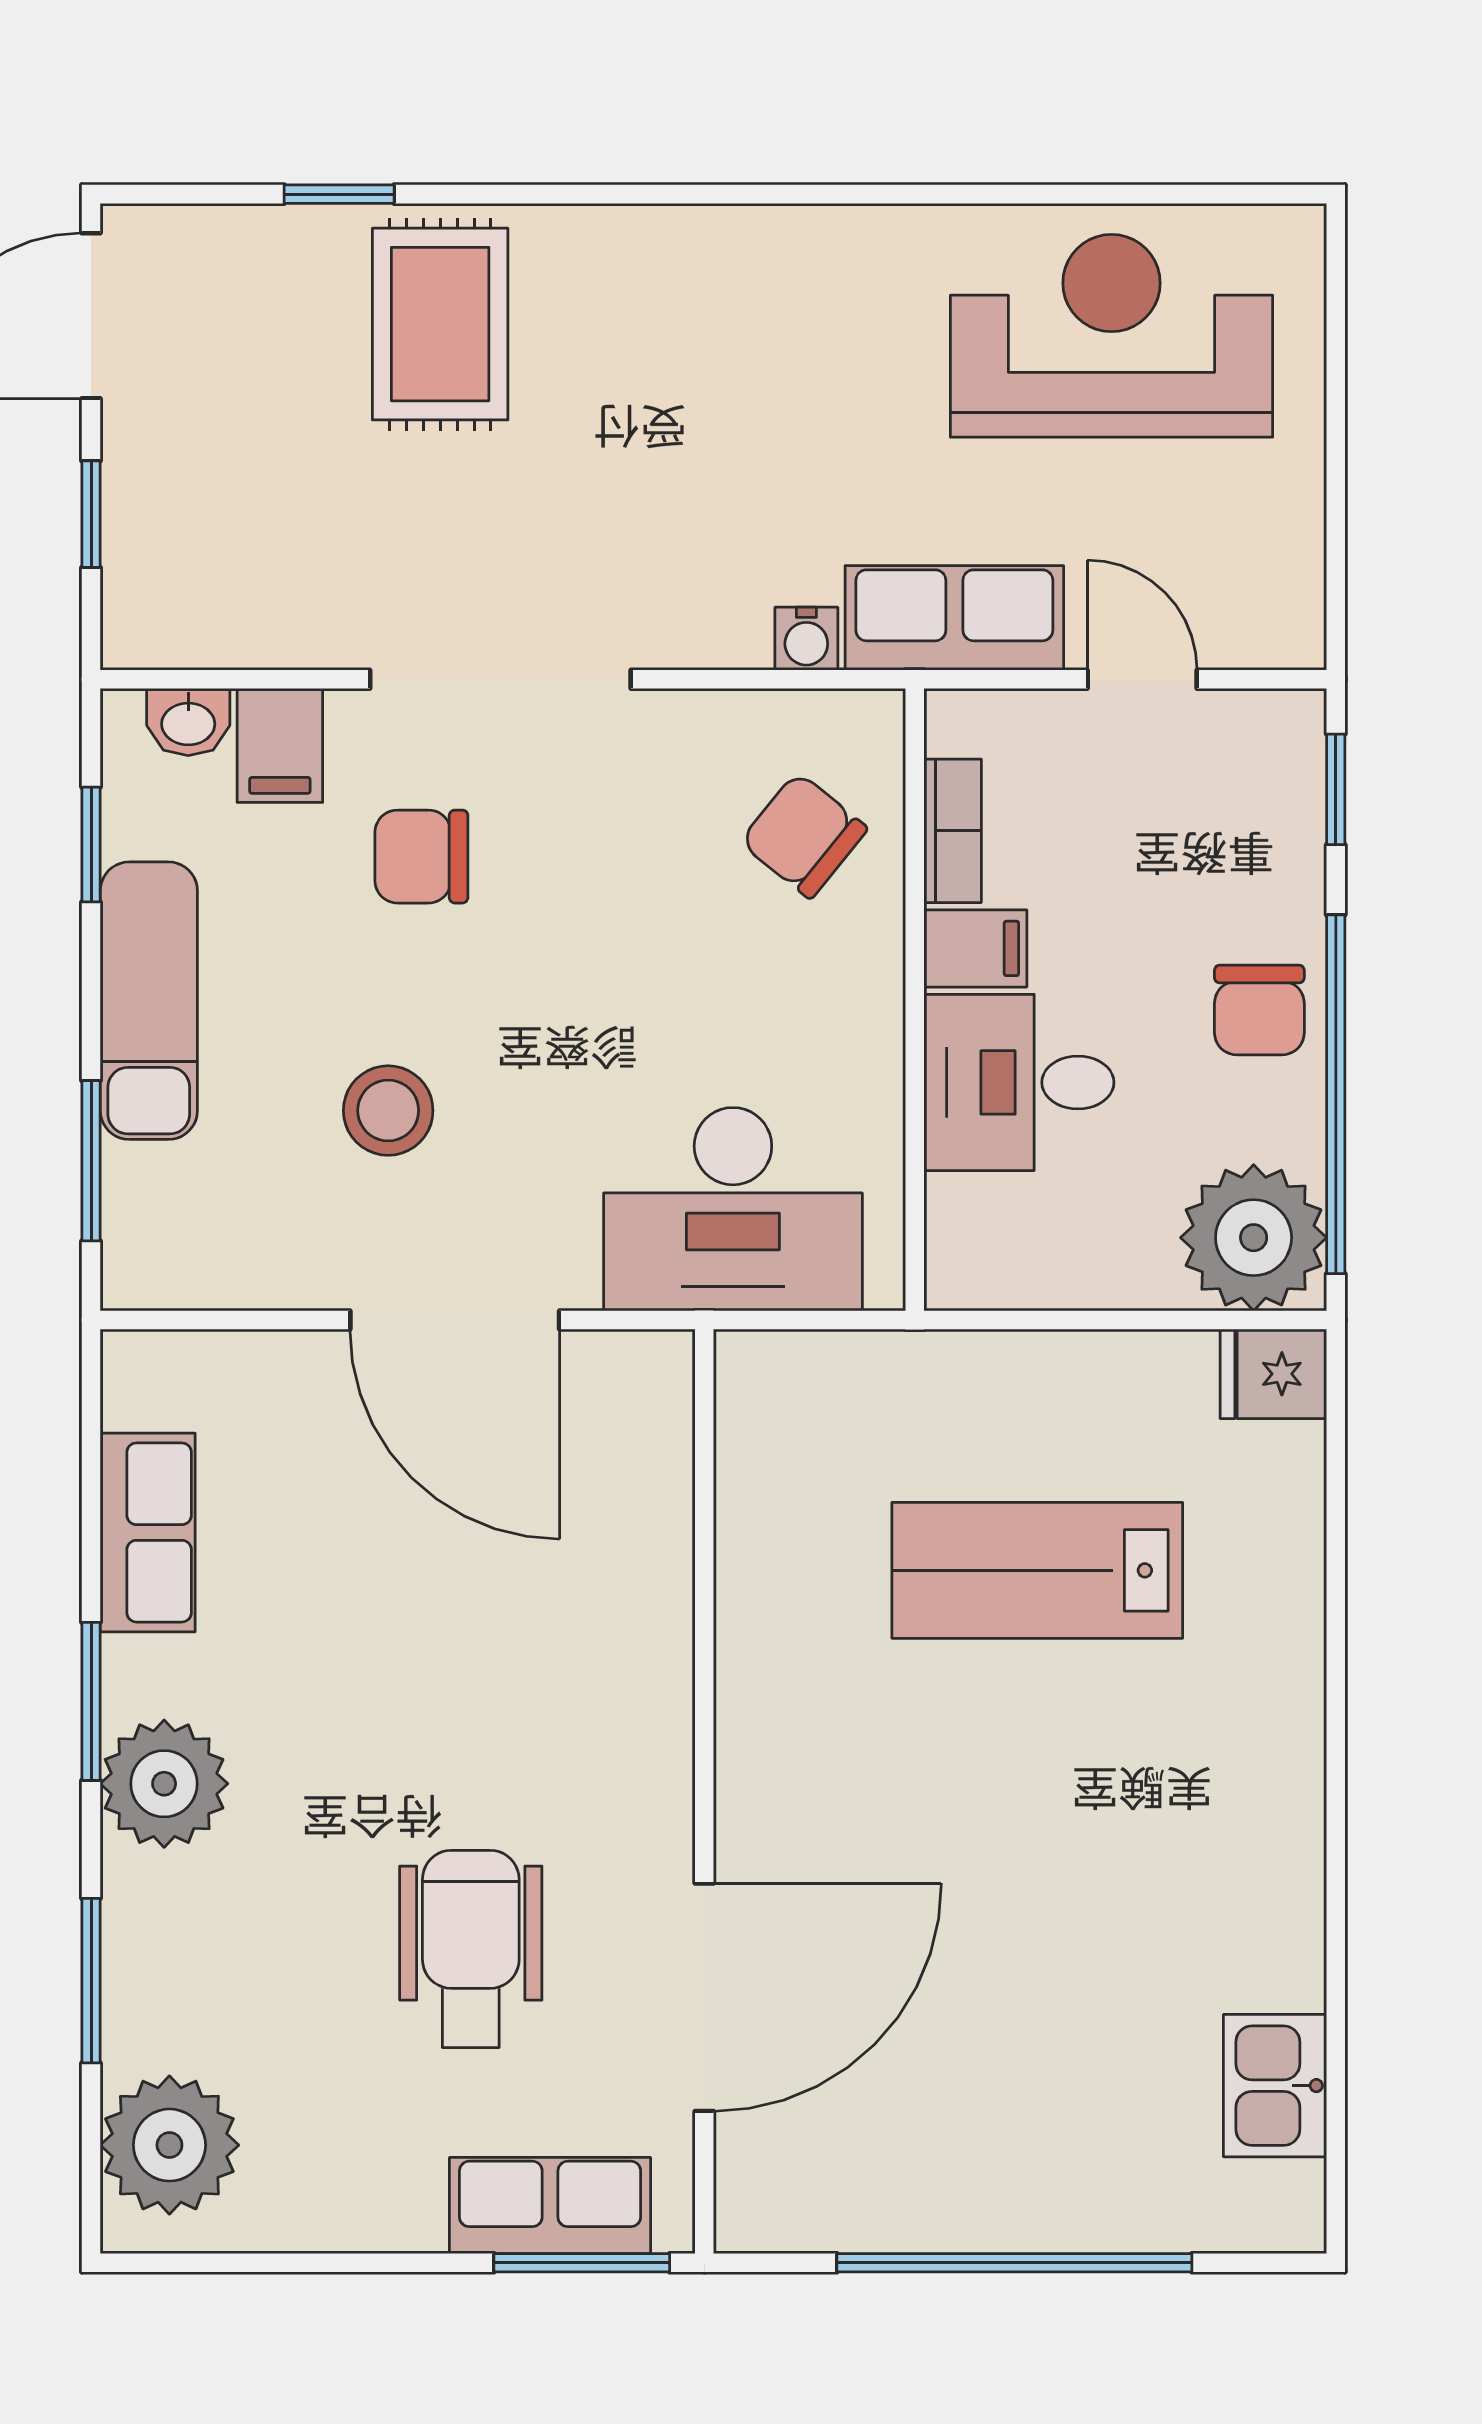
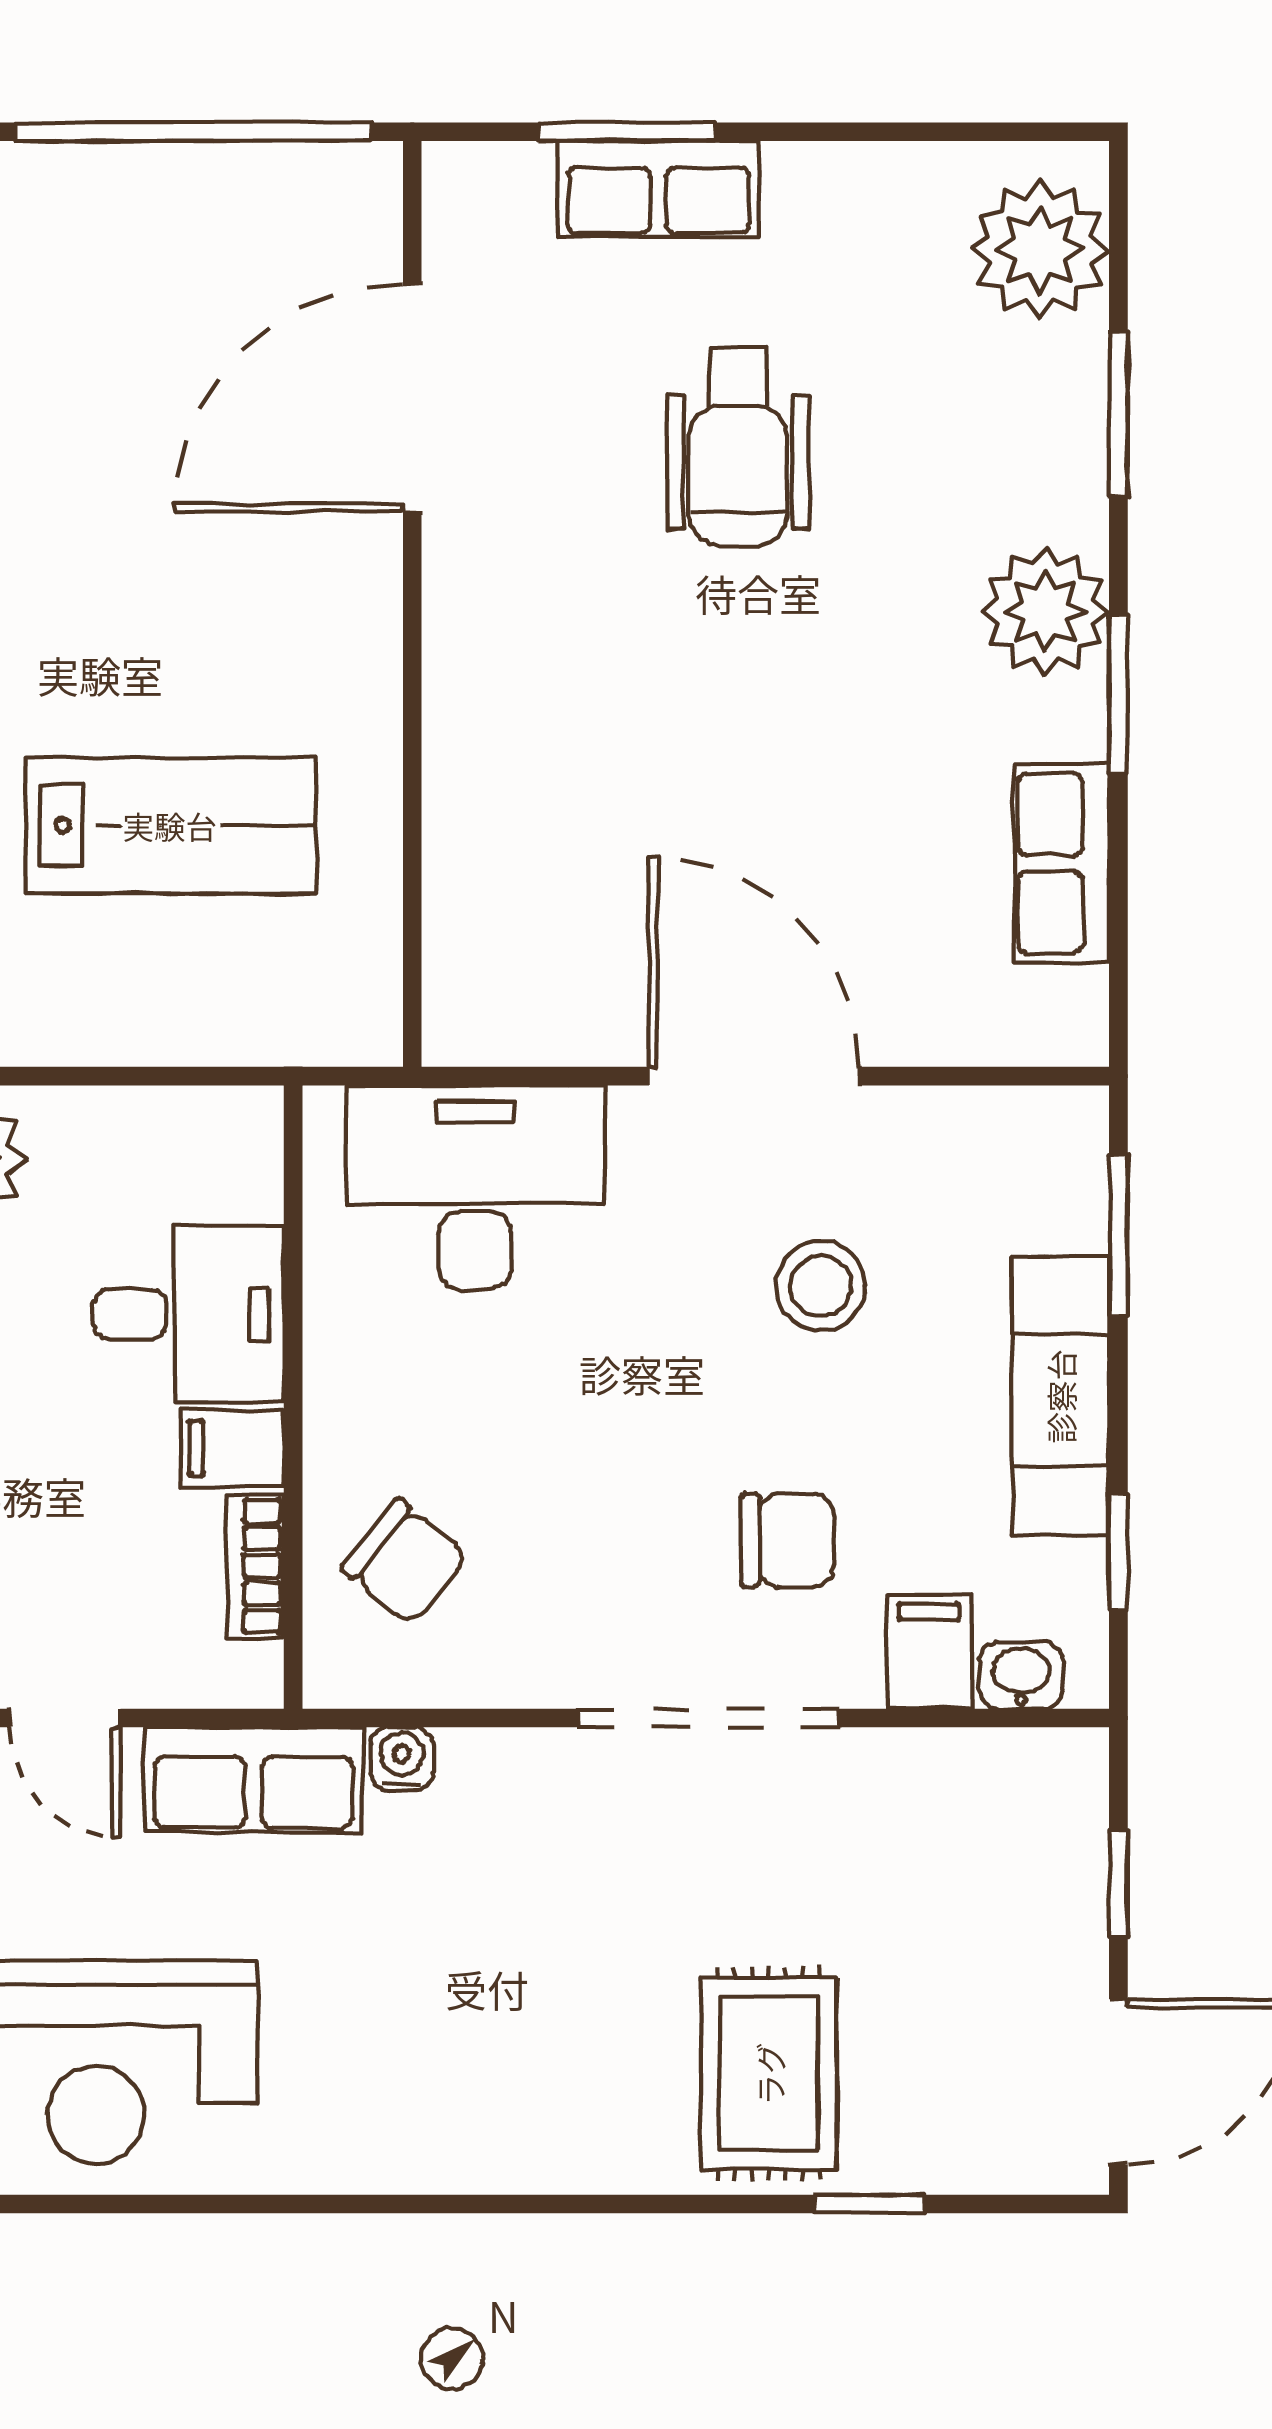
wall: (704, 1791) -> (412, 604), moved
door: (704, 1997) -> (412, 398), moved

